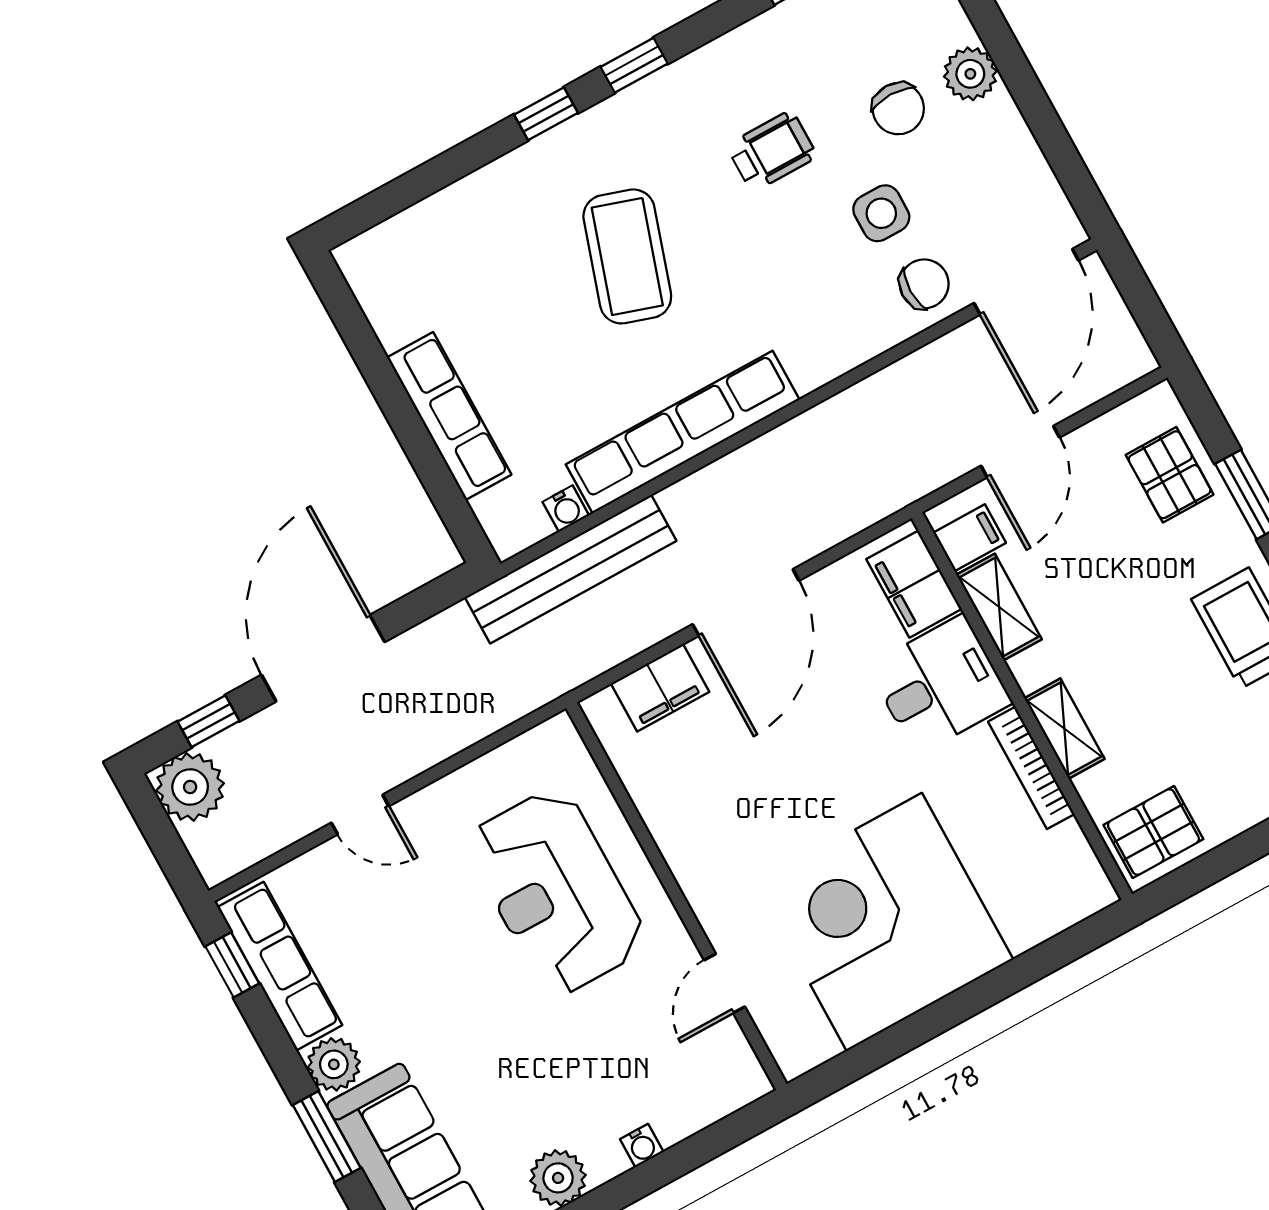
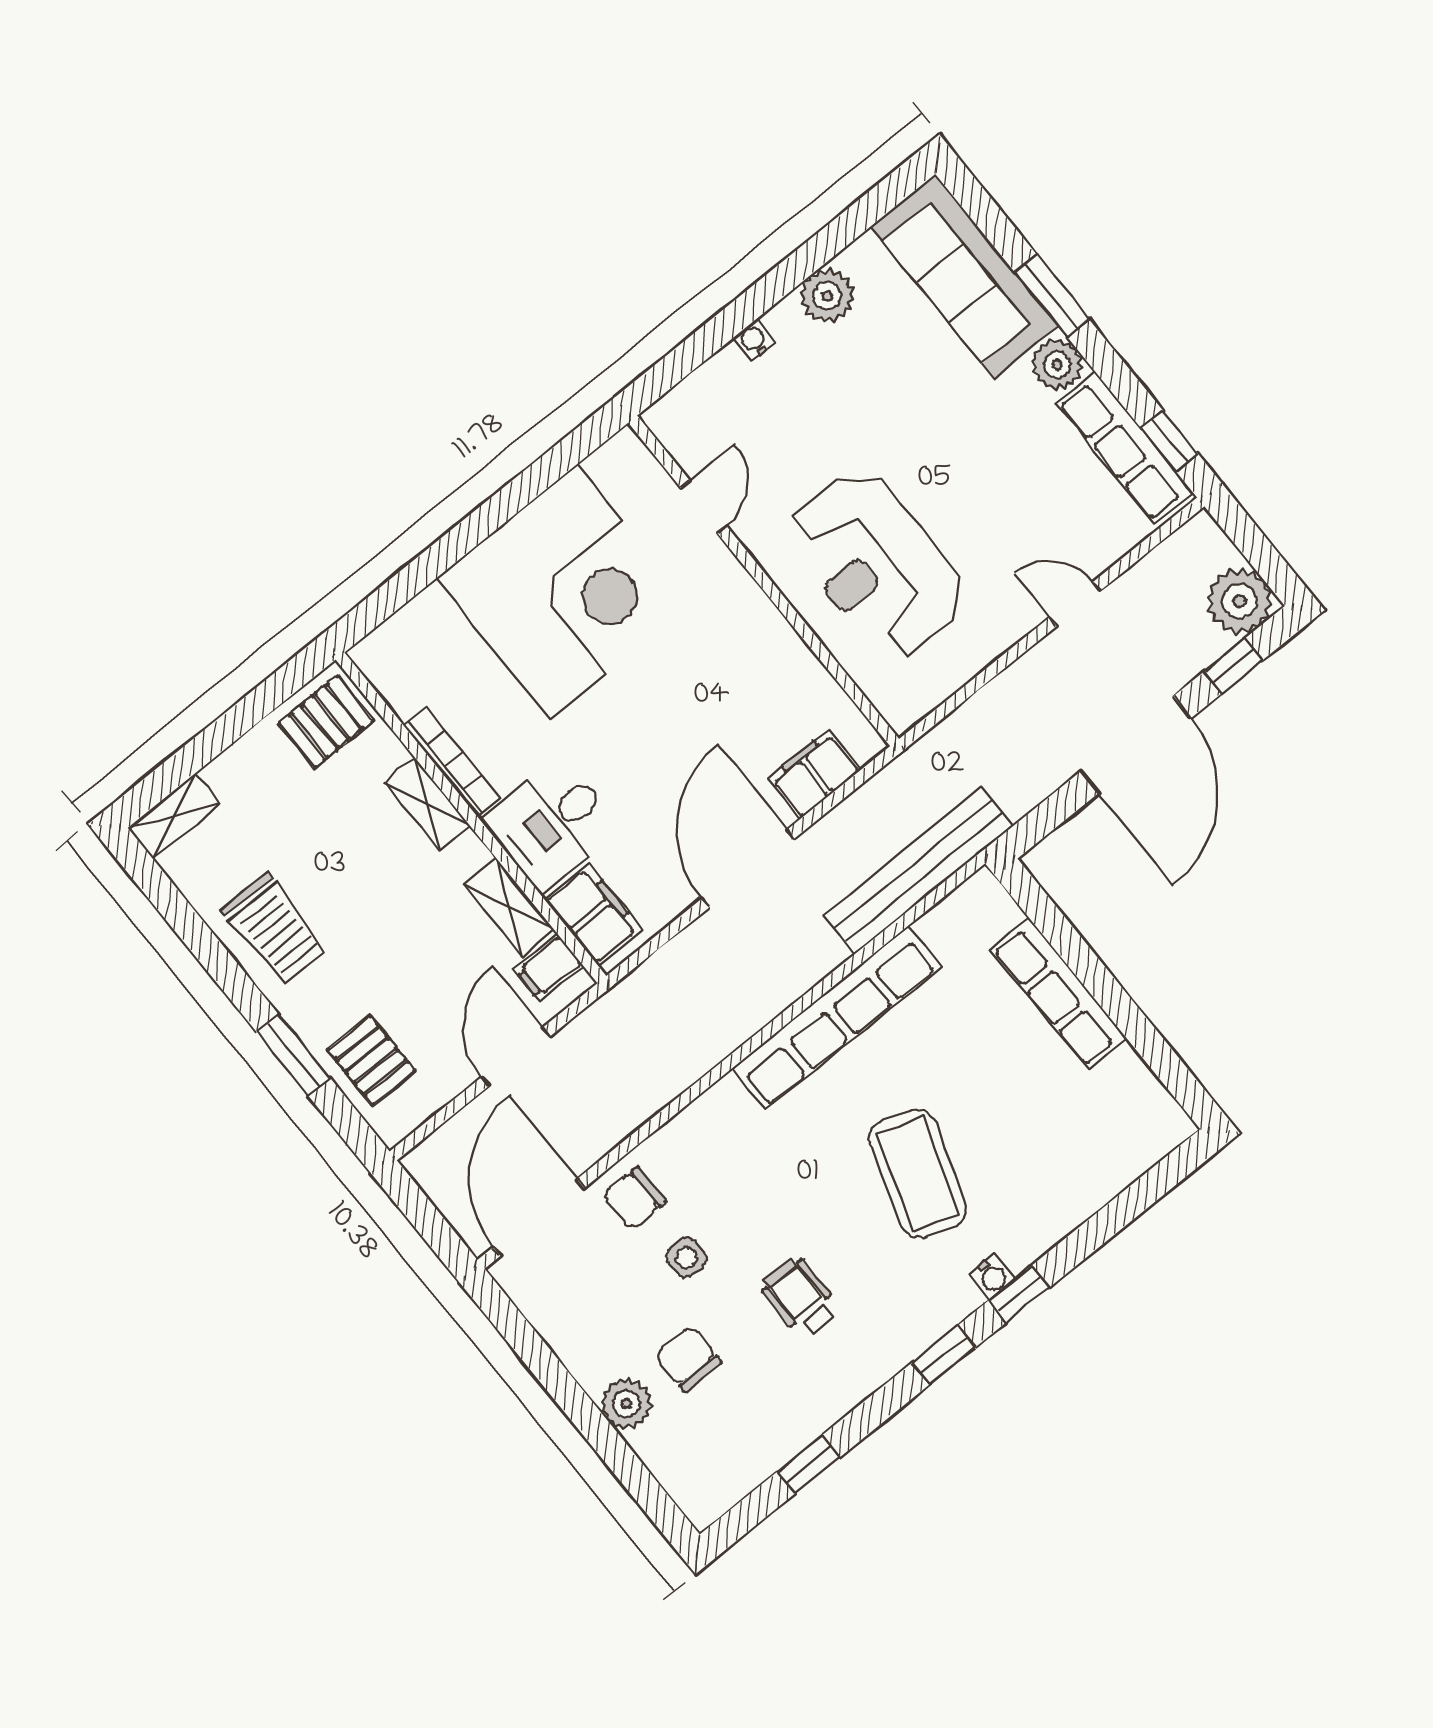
wheelchair: (772, 151) -> (800, 1297), turned 90
side table: (881, 213) -> (686, 1257), width x0.73, depth x0.73
water cooler: (566, 509) -> (992, 1277), moved, turned 180
reception desk: (556, 892) -> (877, 565), turned 180

